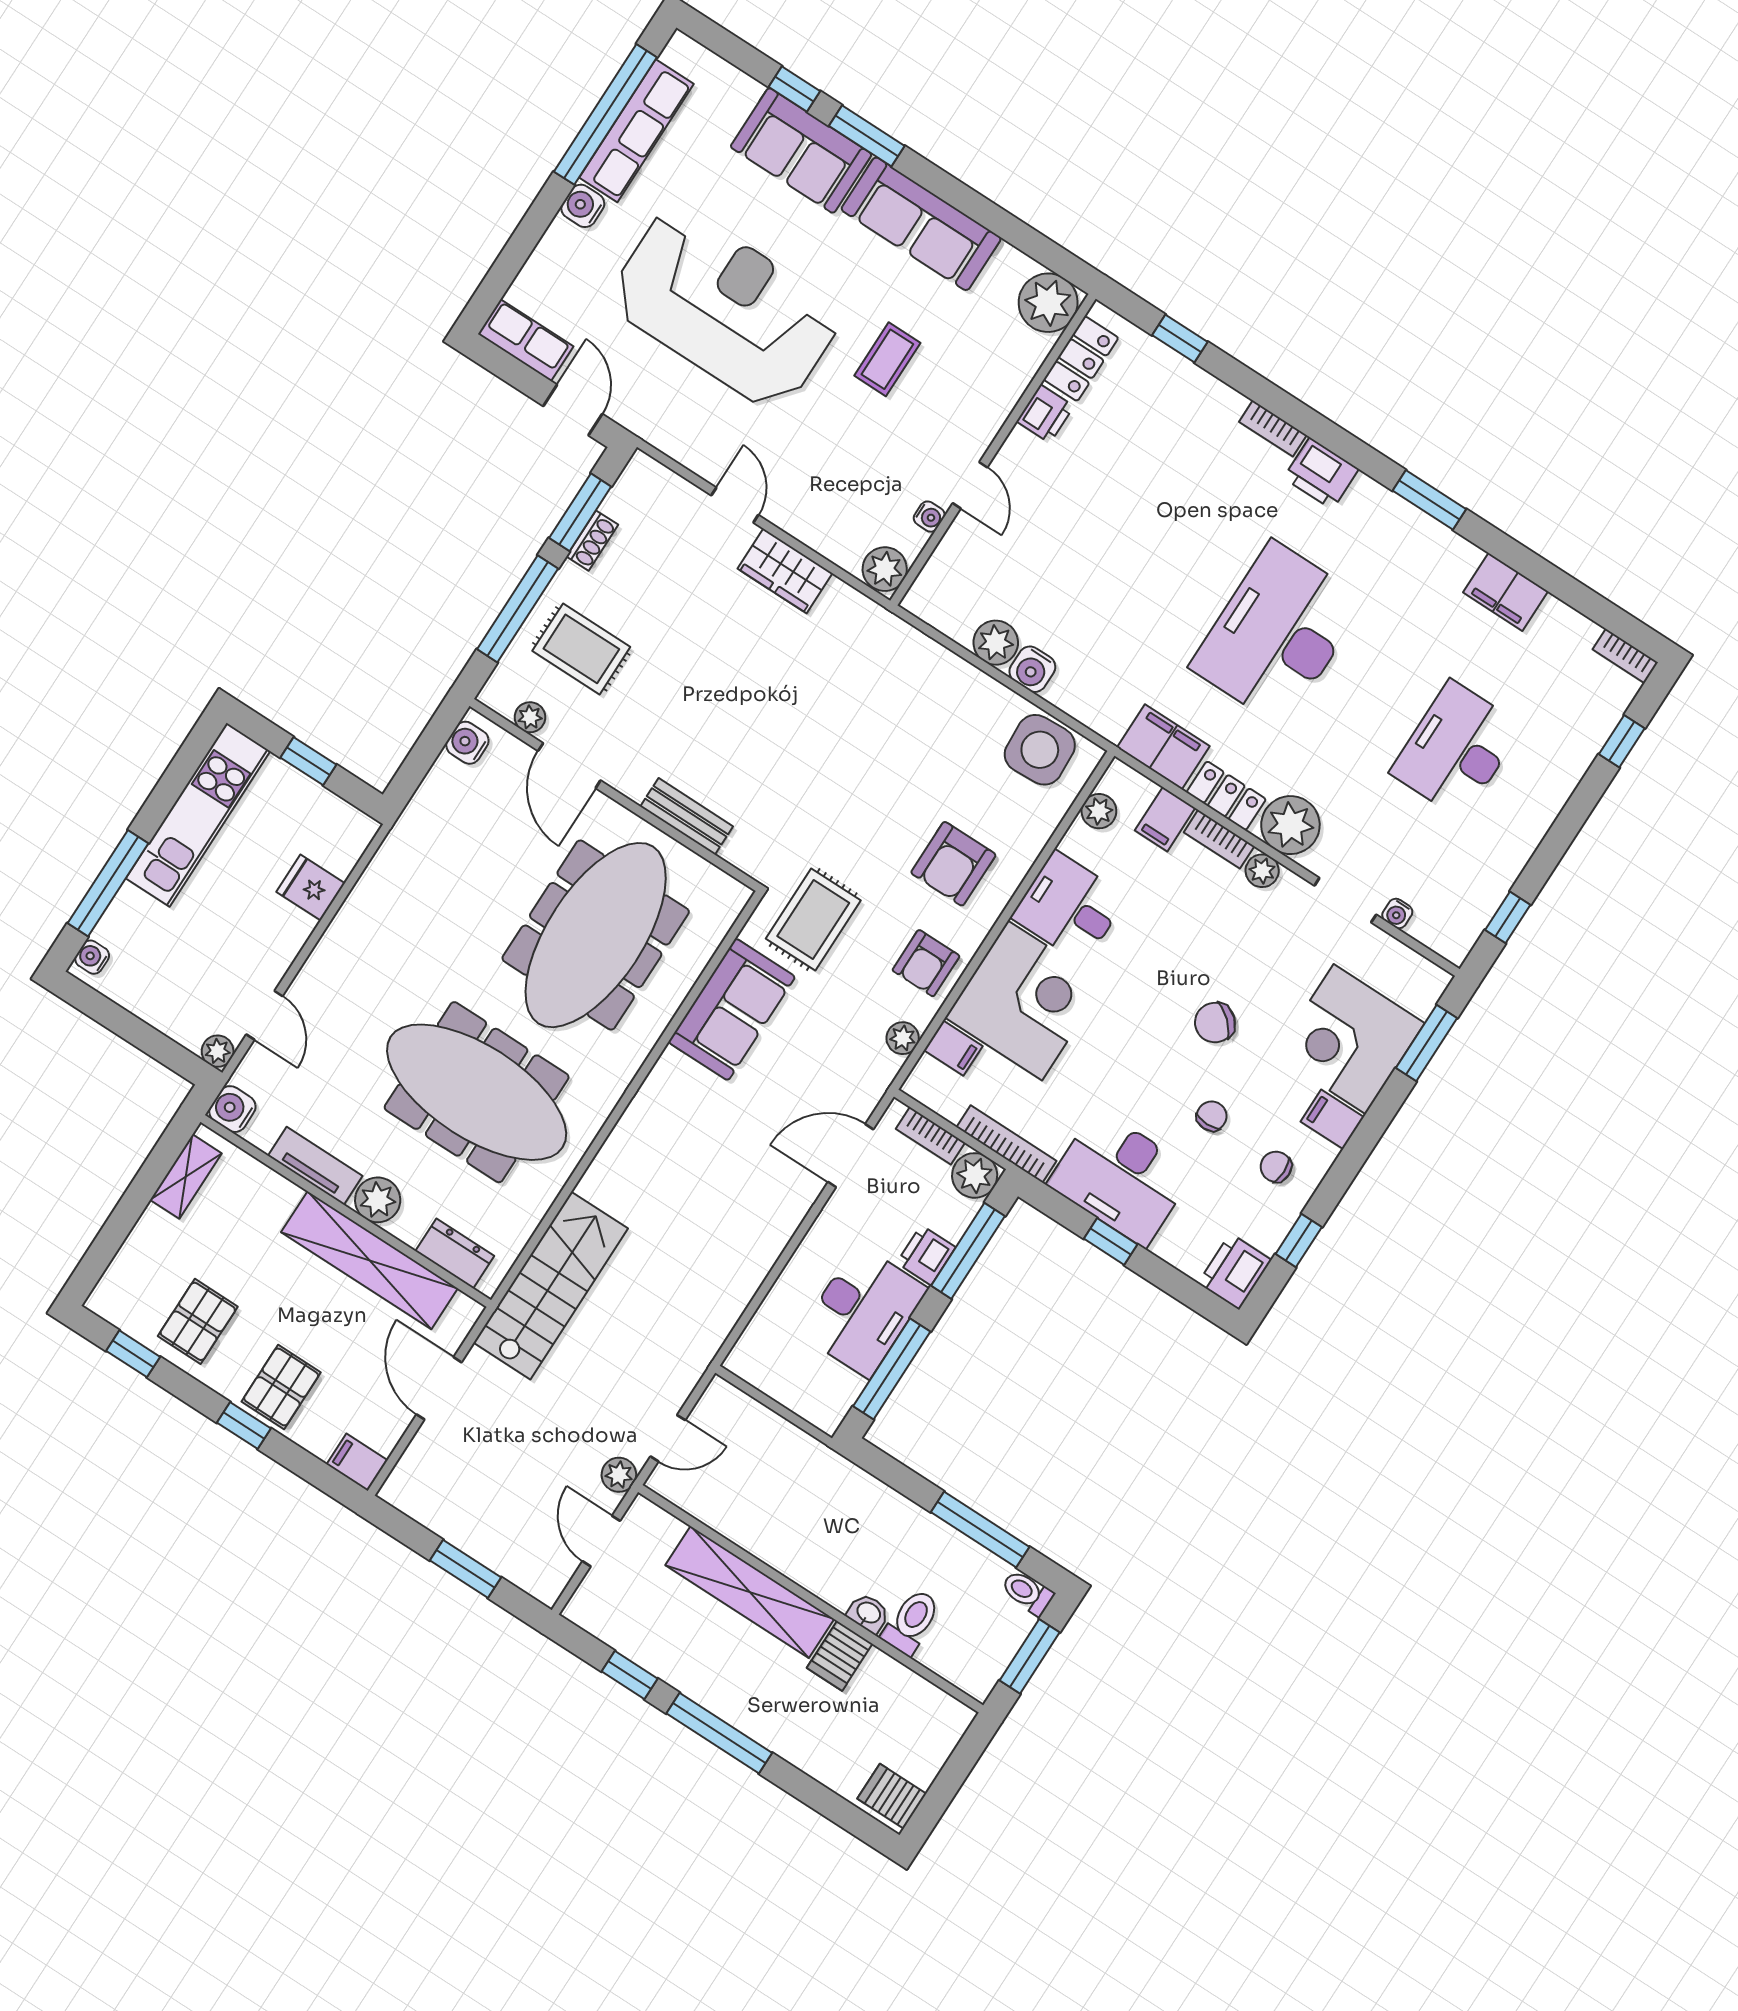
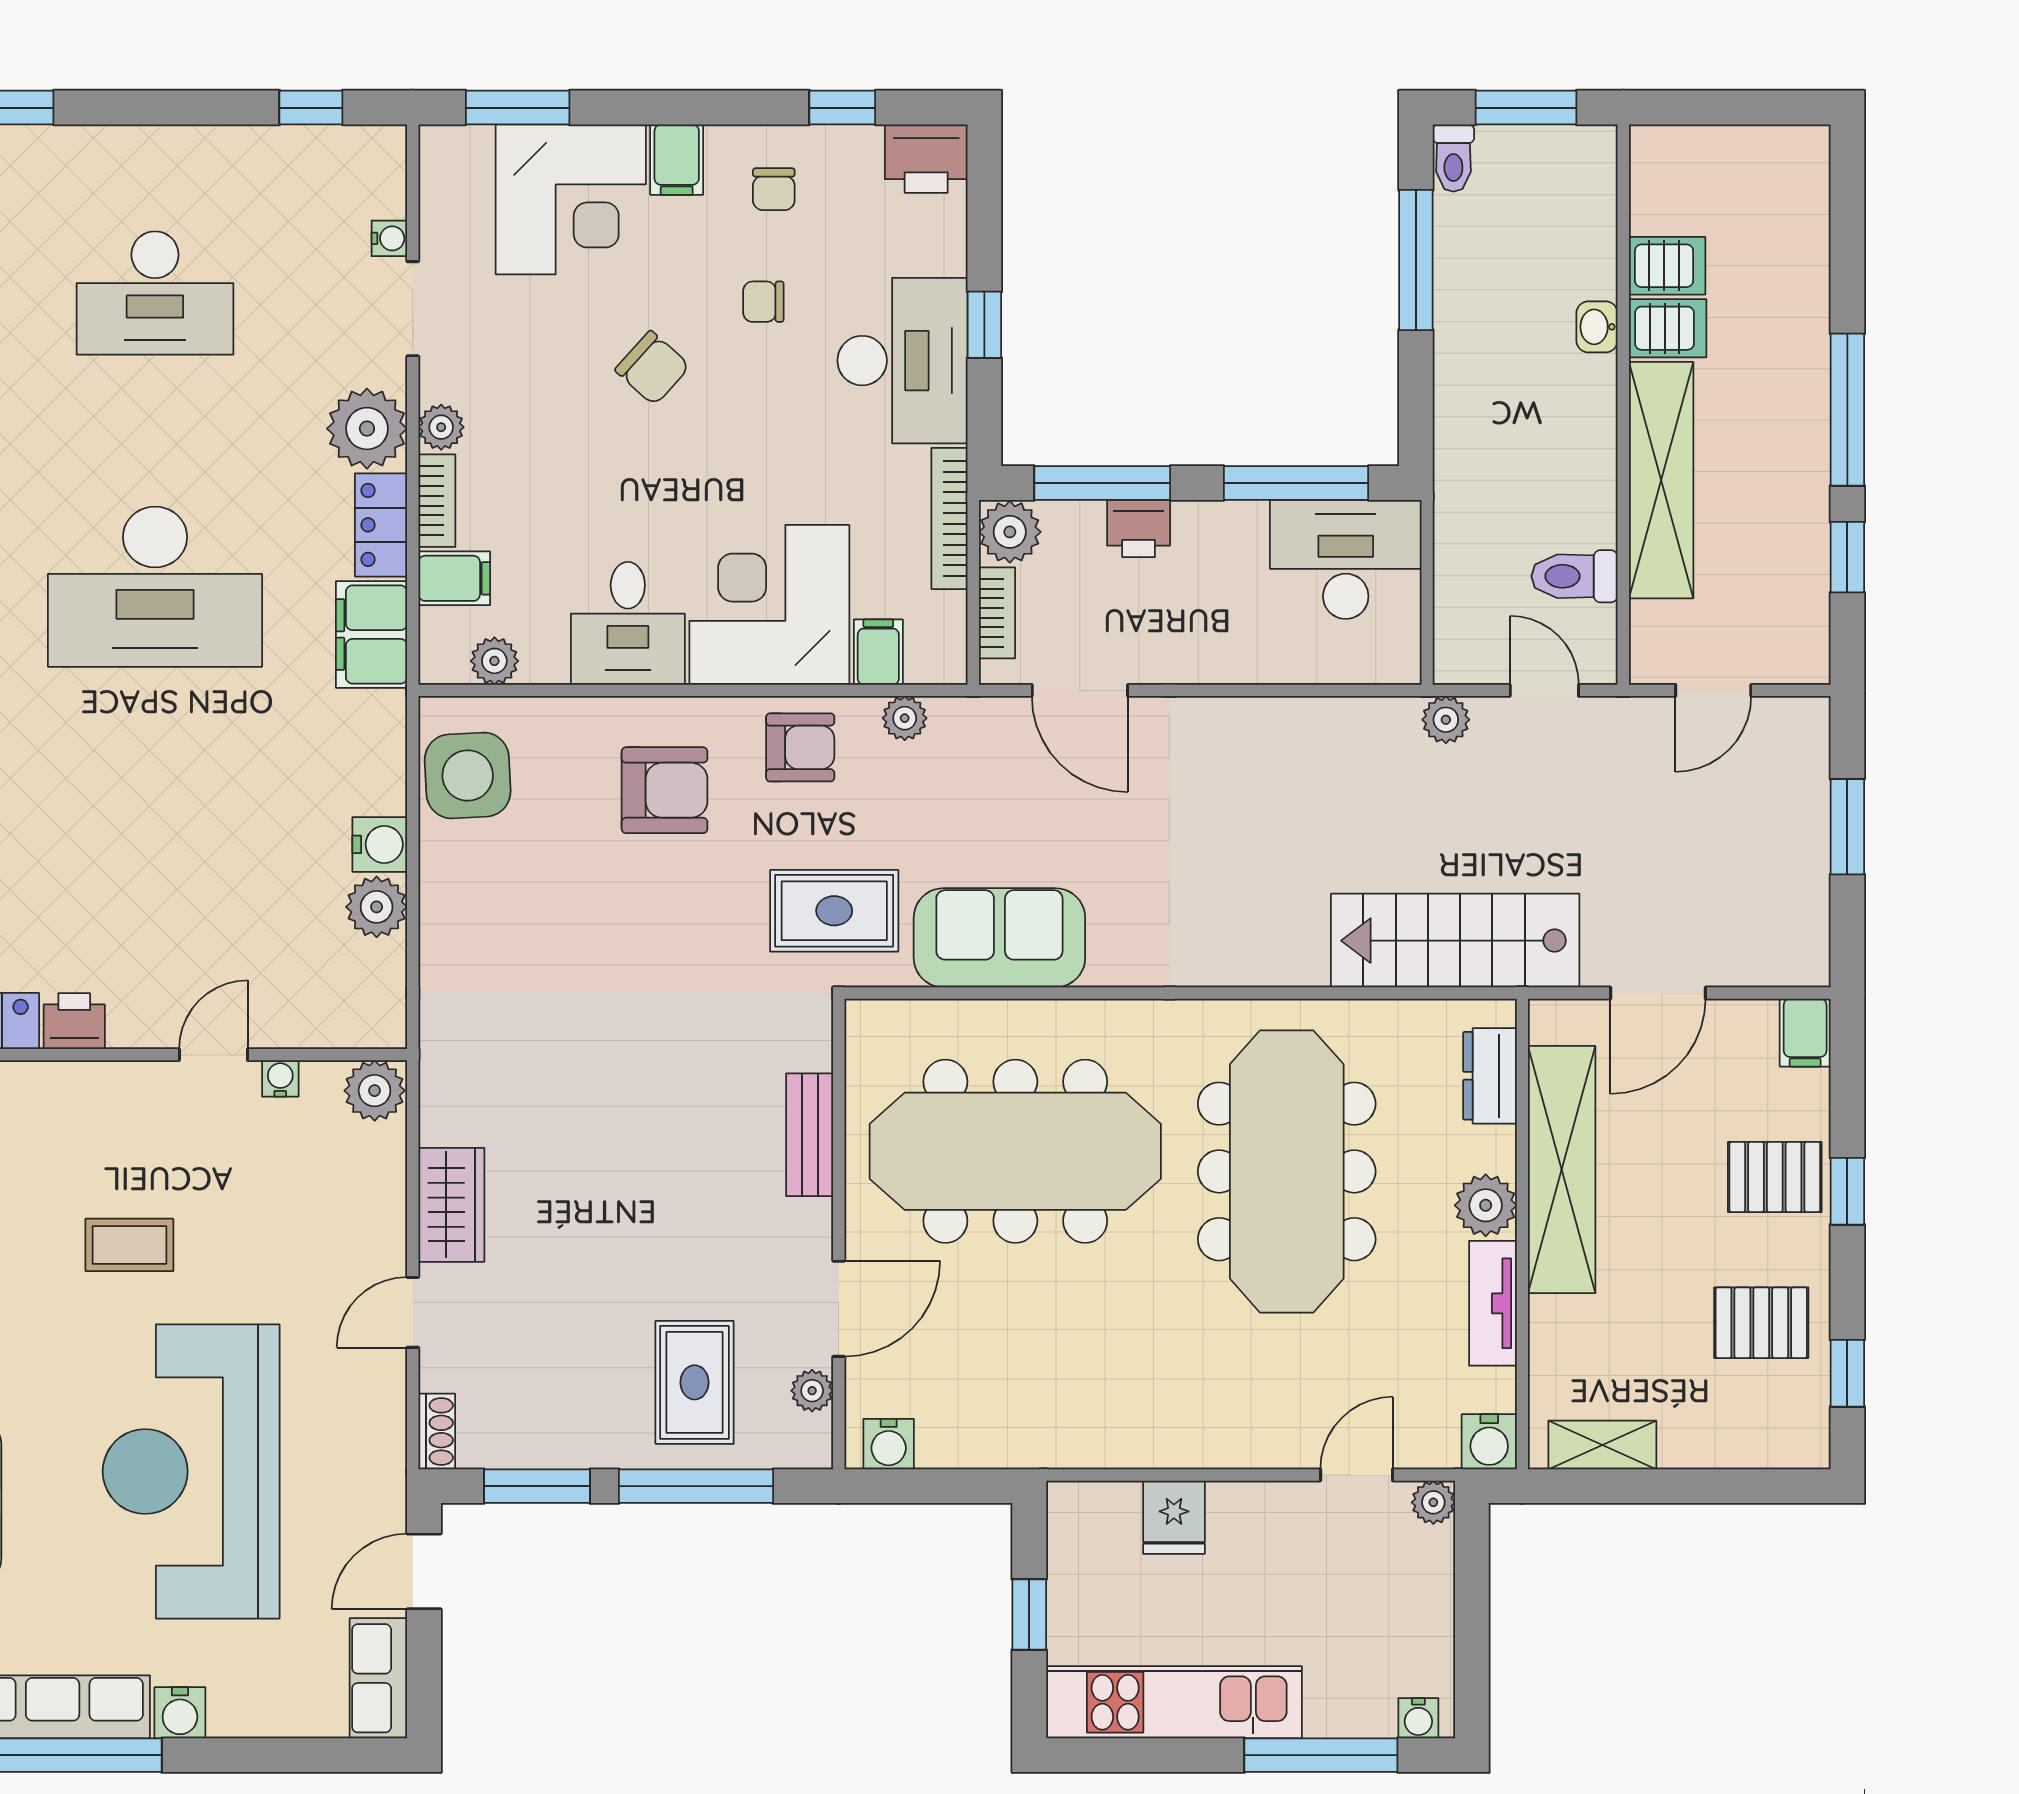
shoe rack: (592, 541) -> (437, 1432), moved, turned 90
desk: (863, 1311) -> (1346, 559), moved
plant: (619, 1475) -> (1446, 720), moved
toilet: (911, 1622) -> (1575, 576), moved
server rack: (892, 1796) -> (1667, 266), moved, turned -90

